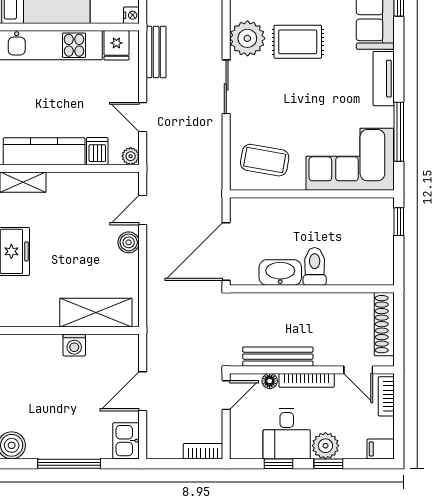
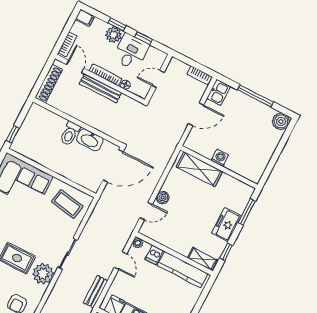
bench: (278, 357) -> (100, 88), moved
door: (226, 395) -> (158, 79), moved
bookcase: (203, 451) -> (199, 75), moved

